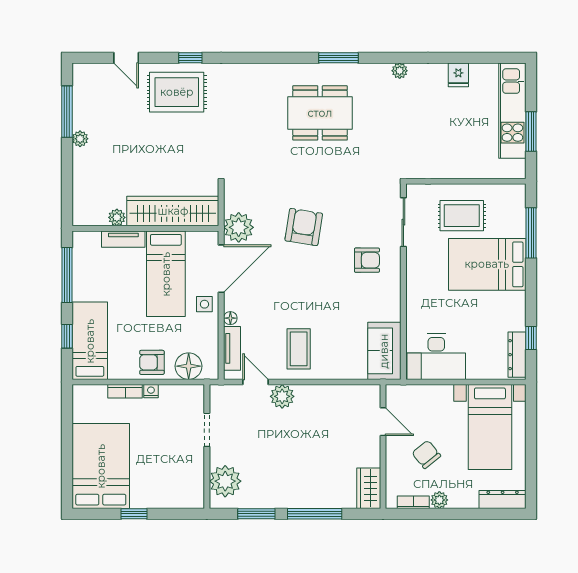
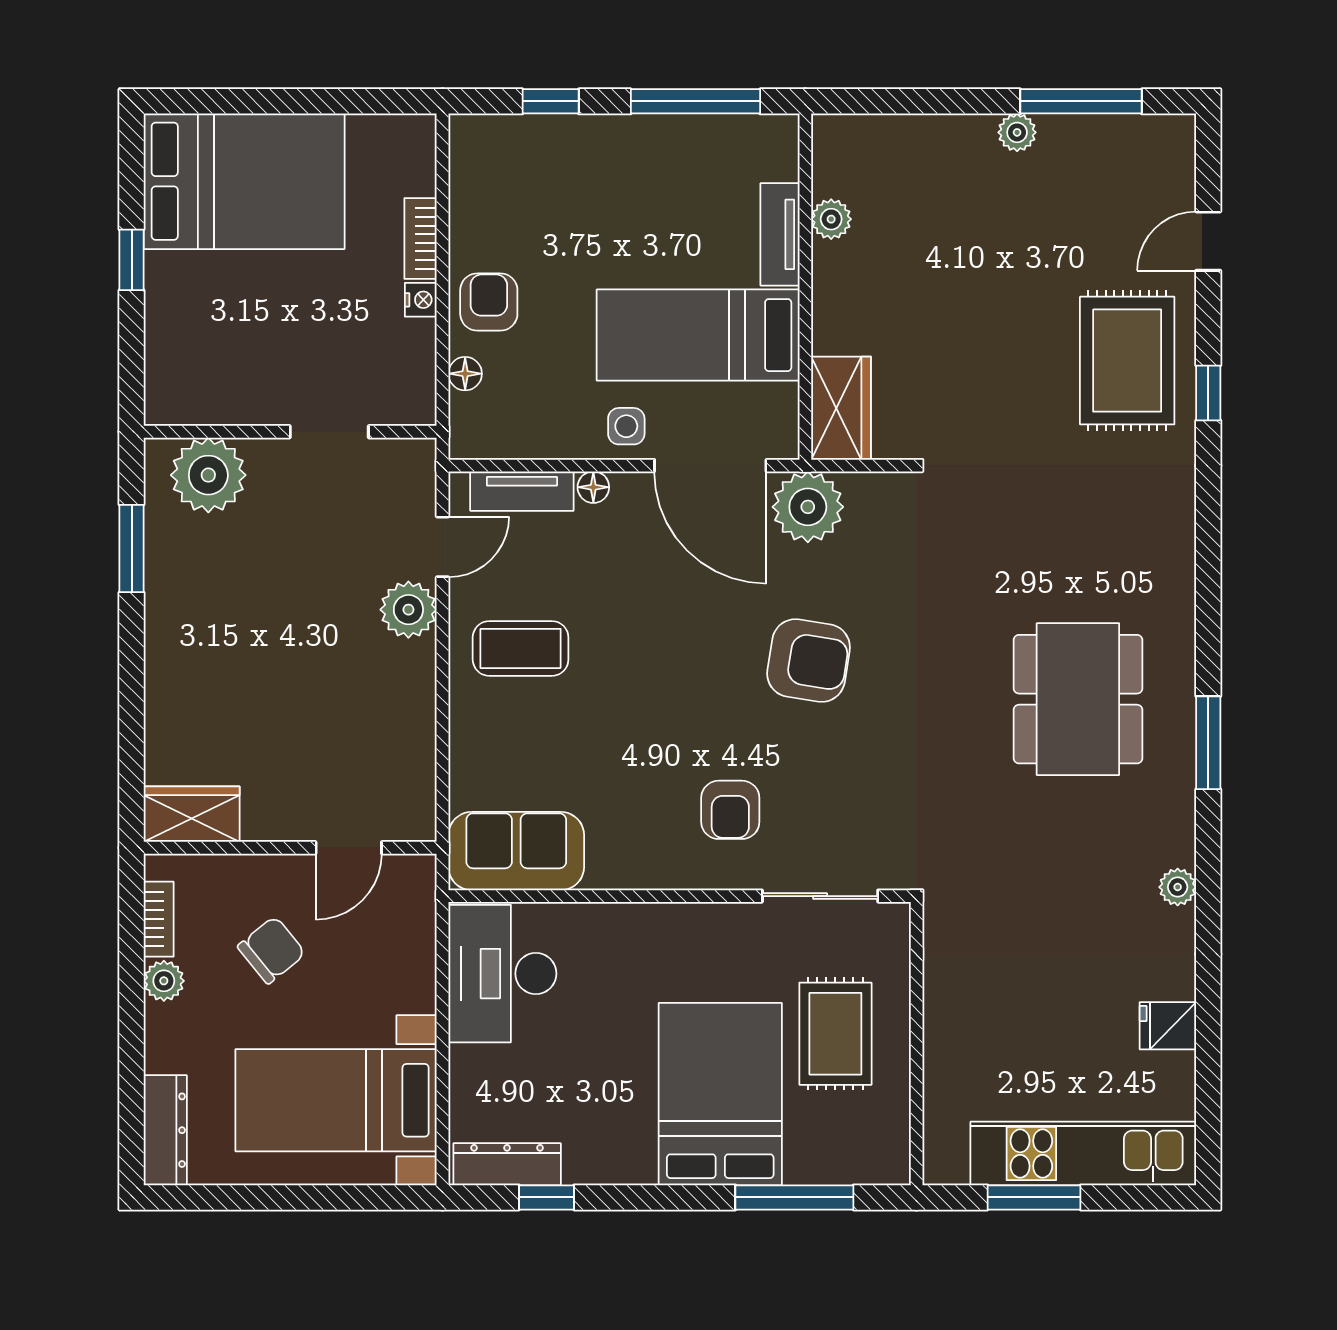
wardrobe: (173, 211) -> (841, 408), width x0.48, depth x0.85
bed: (90, 341) -> (540, 155), removed
floor lamp: (189, 366) -> (465, 374), width x0.53, depth x0.53
window: (315, 514) -> (132, 686), removed

